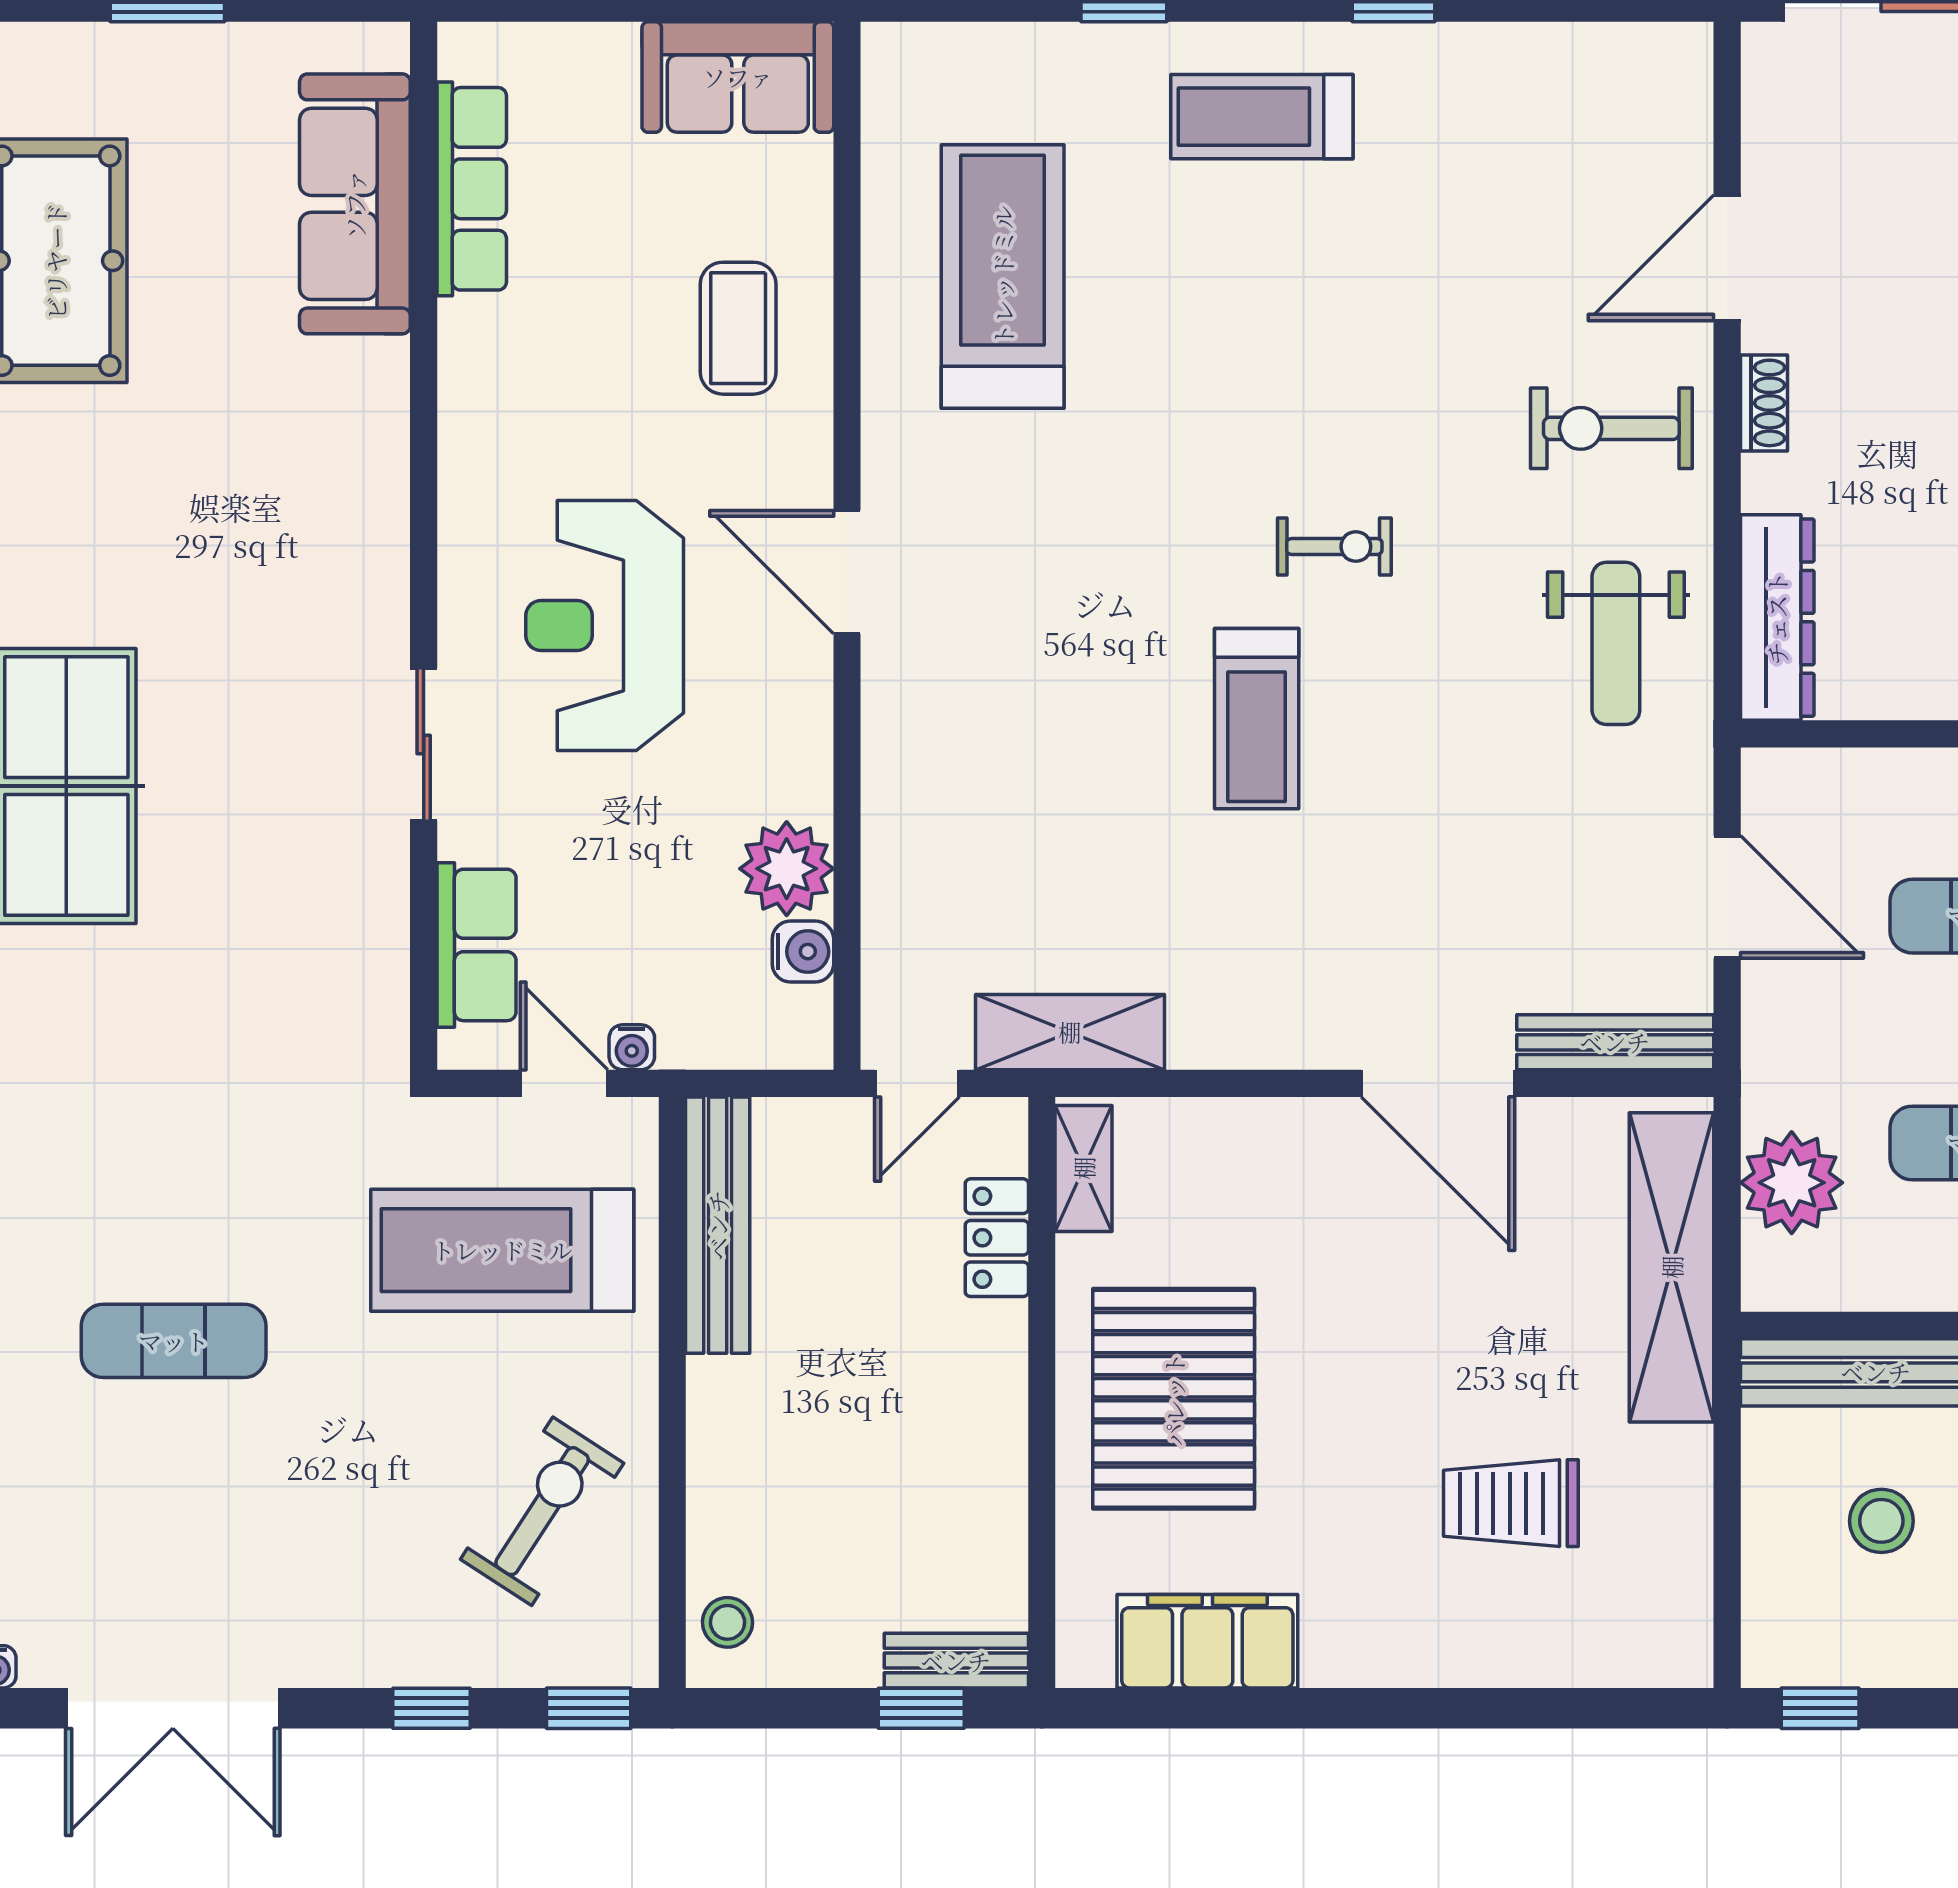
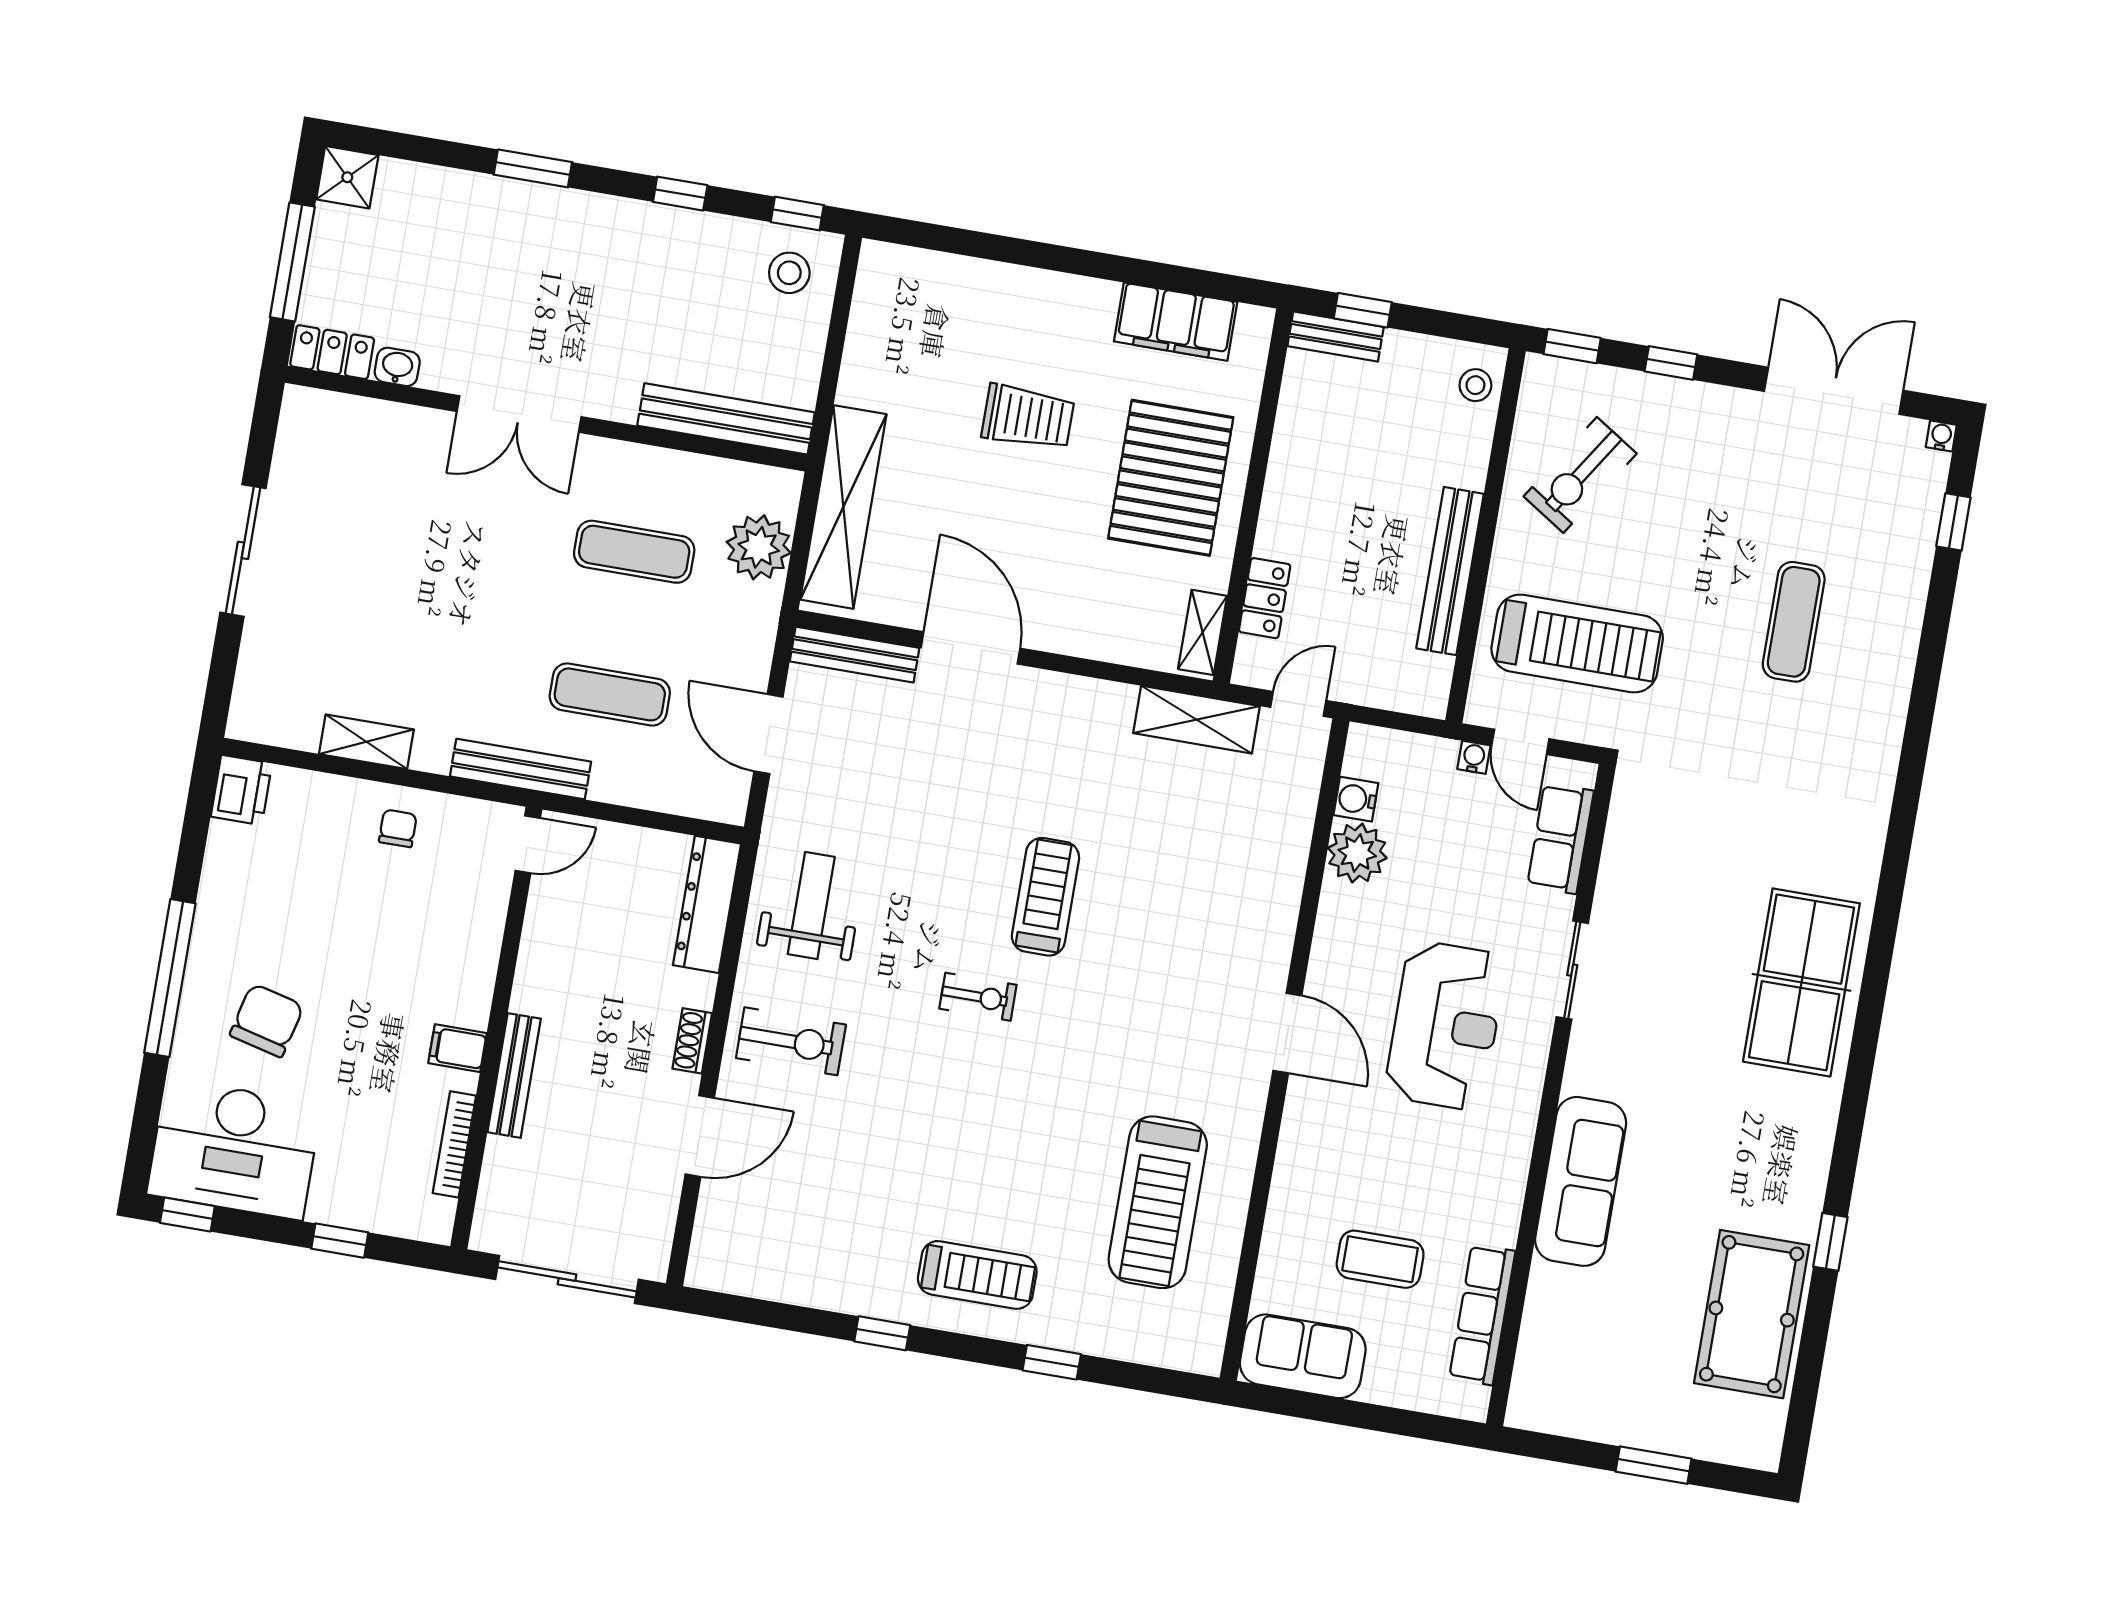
sofa: (355, 204) -> (1581, 1181), moved
coffee table: (738, 328) -> (1380, 1259), moved, turned 90
exercise bike: (1334, 547) -> (978, 997), turned 180
bench: (718, 1225) -> (1450, 571), moved
exercise mat: (174, 1341) -> (1794, 622), turned 90
trolley: (1511, 1503) -> (1028, 417), moved
stool: (1881, 1521) -> (789, 273), moved

